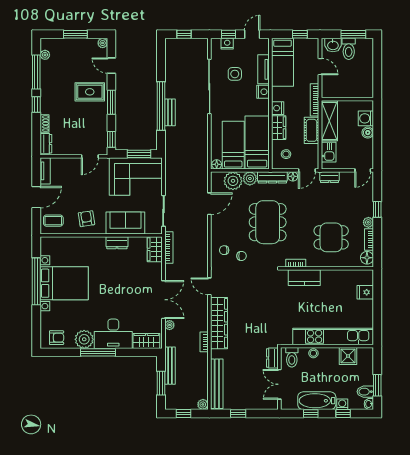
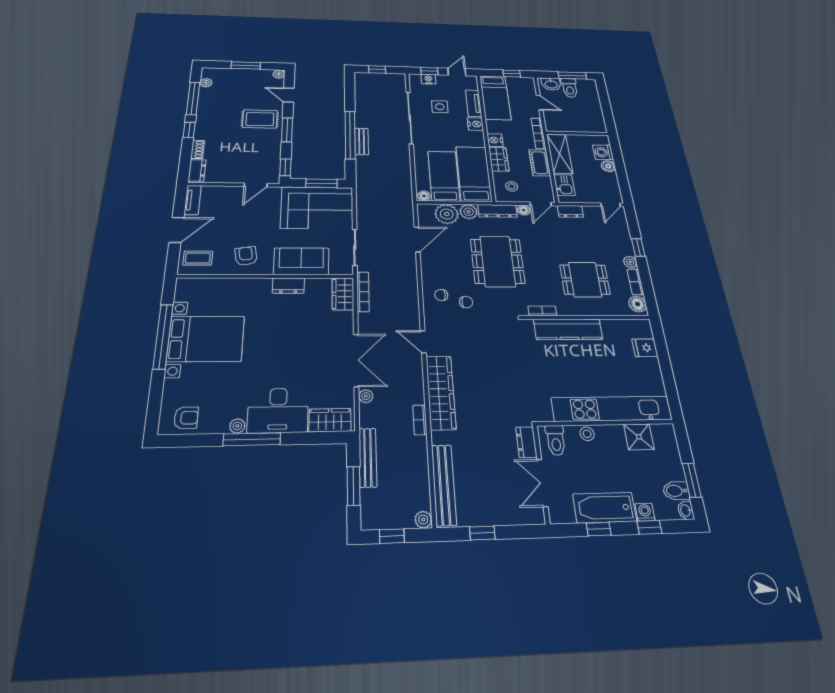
kitchen counter: (304, 278) -> (568, 329), width x1.50
plant: (84, 339) -> (237, 426), width x0.53, depth x0.53

